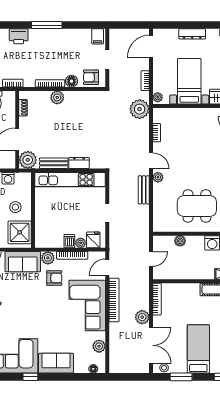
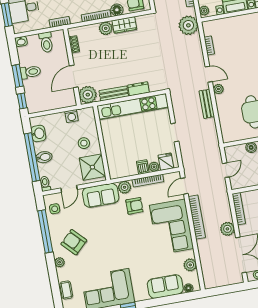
wardrobe: (76, 97) -> (124, 25), added
sofa: (56, 363) -> (165, 286), moved

